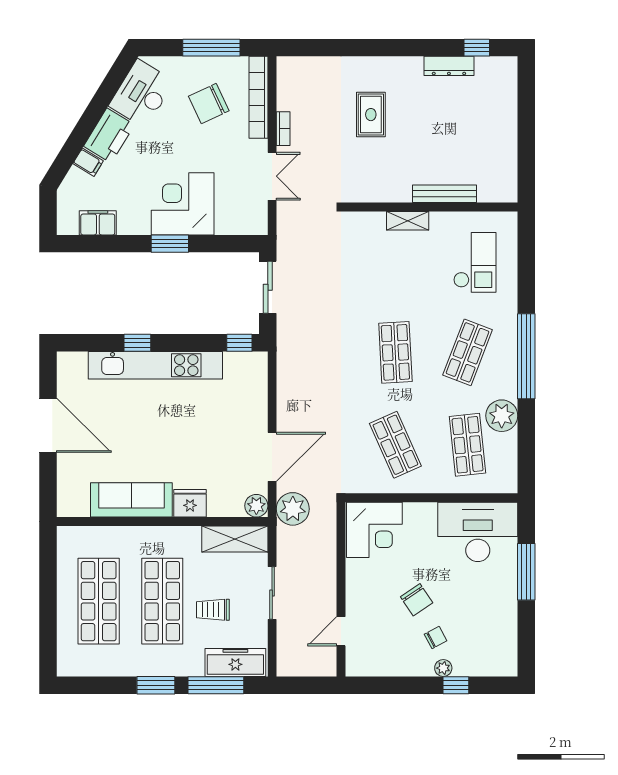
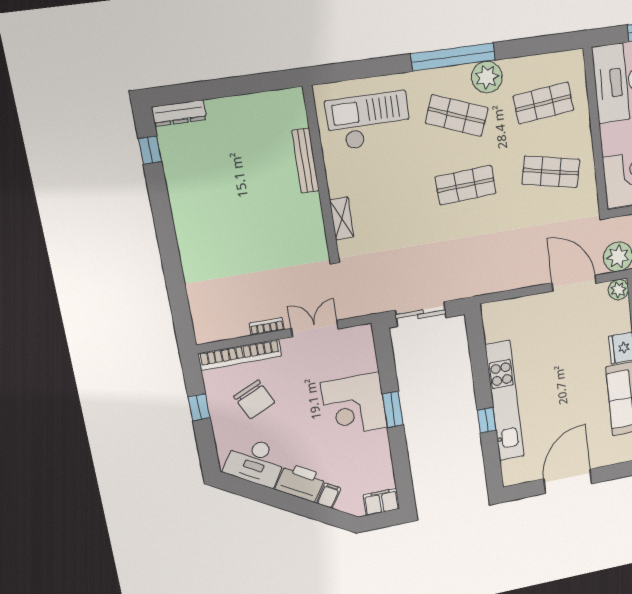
window: (211, 48) -> (199, 407), width x0.46
dresser: (449, 66) -> (179, 113), moved, turned 90
rug: (371, 115) -> (238, 245), removed
shelving: (408, 221) -> (342, 218), moved
filing cabinet: (98, 223) -> (381, 502), moved, turned 90
checkout: (475, 262) -> (369, 121), width x1.36, depth x1.21
window: (239, 343) -> (475, 331), removed
plant: (502, 416) -> (487, 77), moved
shop shelf: (395, 445) -> (551, 172), turned 36

